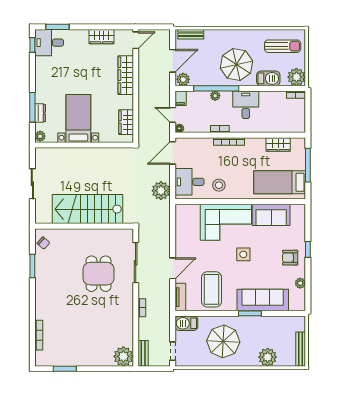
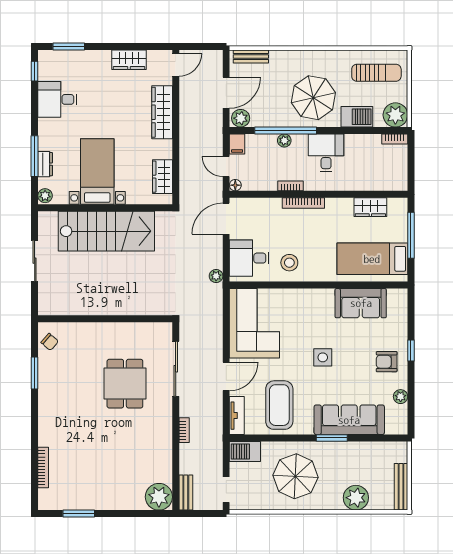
desk: (49, 43) -> (57, 99), moved
plant: (161, 191) -> (216, 276), width x0.53, depth x0.53
stairs: (87, 209) -> (106, 231), moved, turned 180
corner sofa: (226, 222) -> (254, 323), moved, turned -90

